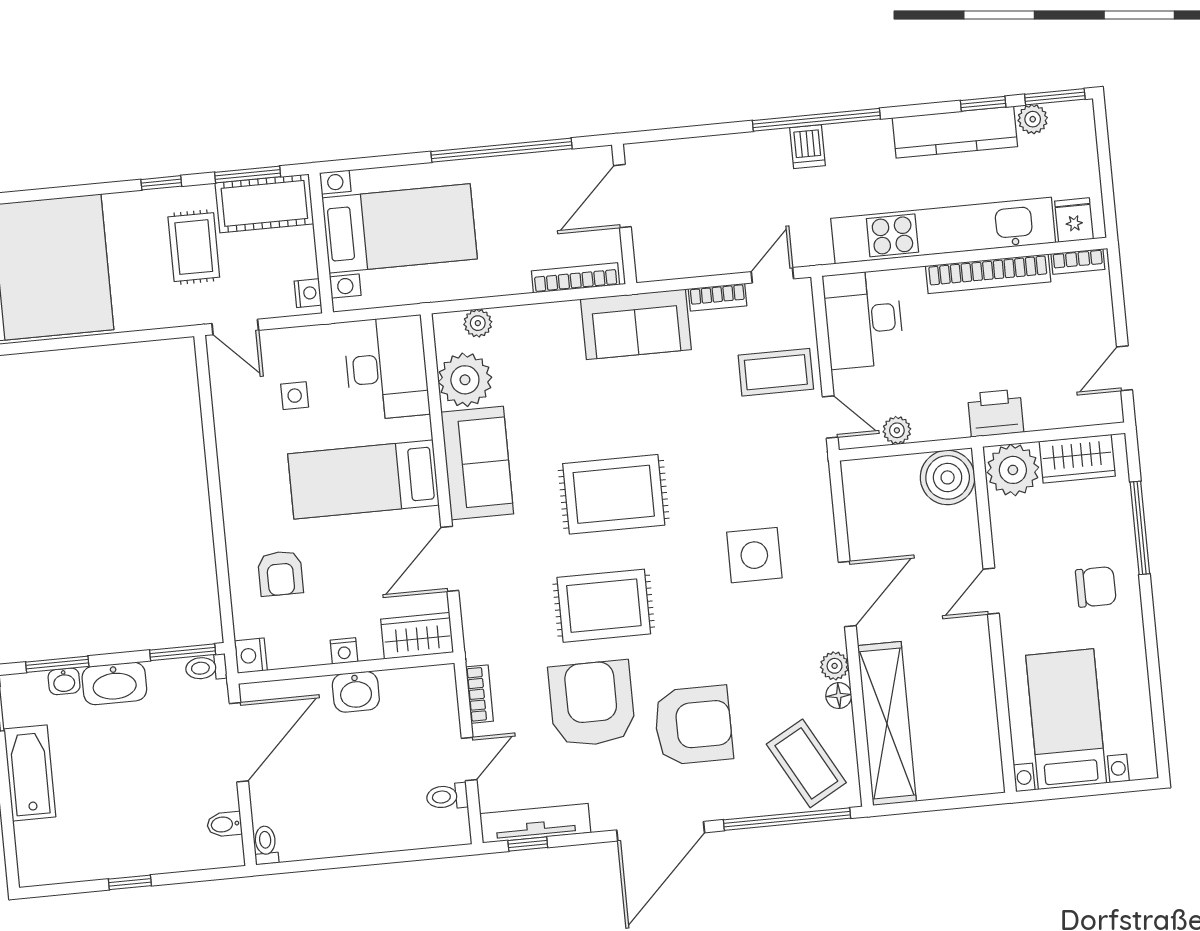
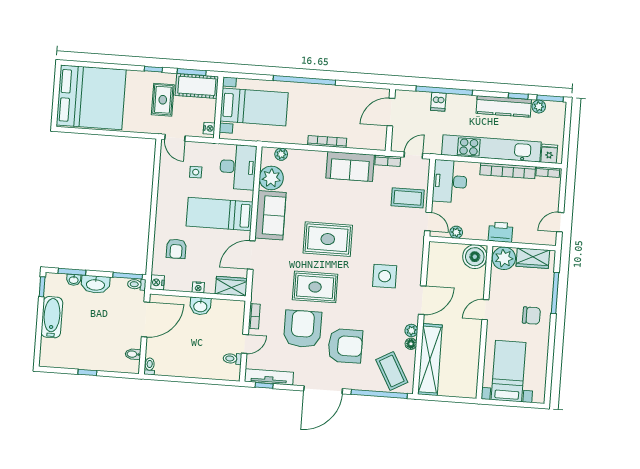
door: (622, 196) -> (391, 112), moved
wall: (624, 214) -> (390, 120), moved

